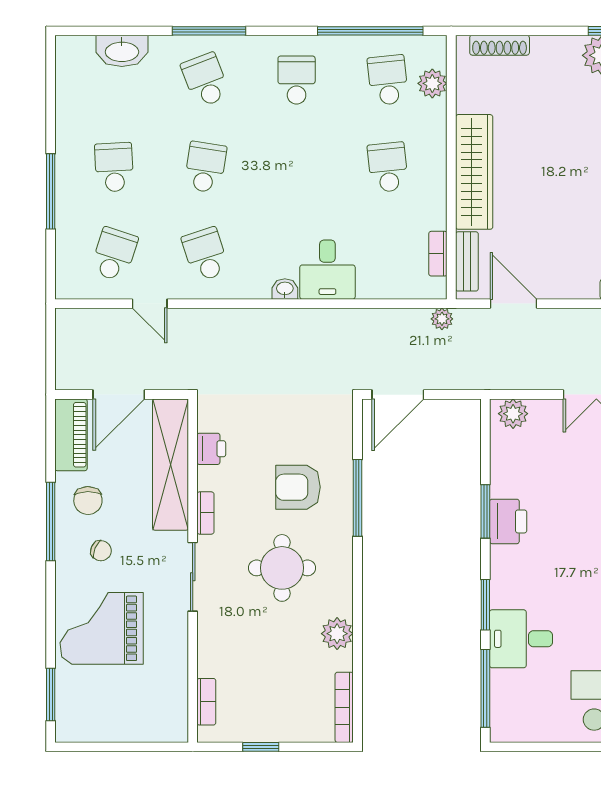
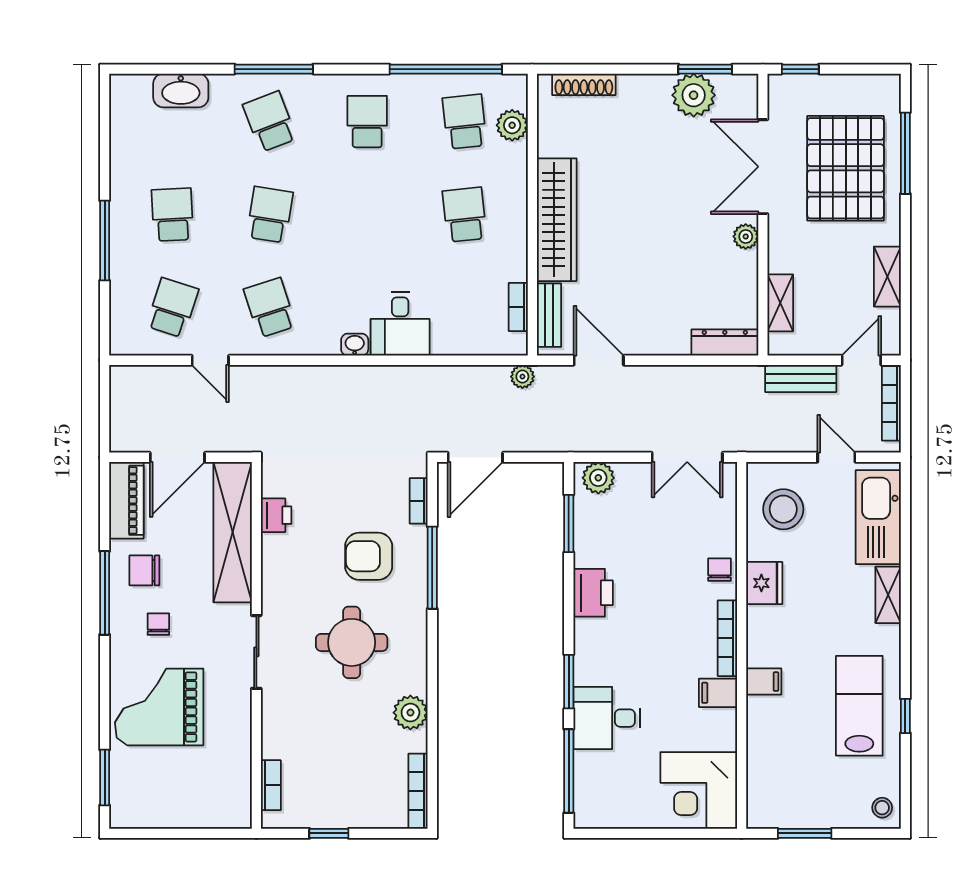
chair: (88, 501) -> (144, 570), turned 91
window: (485, 511) -> (569, 523), moved
bookcase: (205, 513) -> (419, 501), moved, turned 180
chair: (101, 551) -> (158, 624), turned -113

